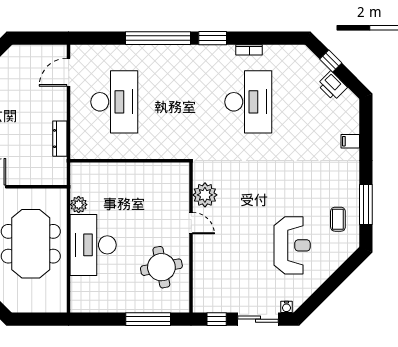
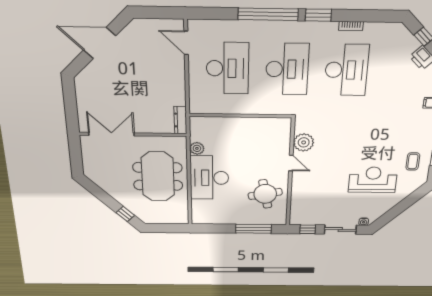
door: (69, 72) -> (186, 43), hinge flipped
desk: (181, 102) -> (287, 69), added
dresser: (60, 139) -> (180, 120), moved
reception desk: (292, 245) -> (373, 180), turned -90

